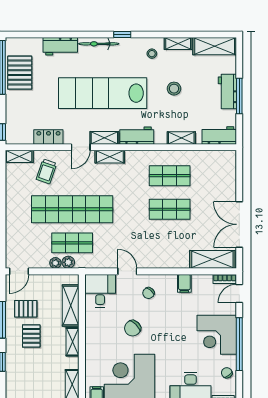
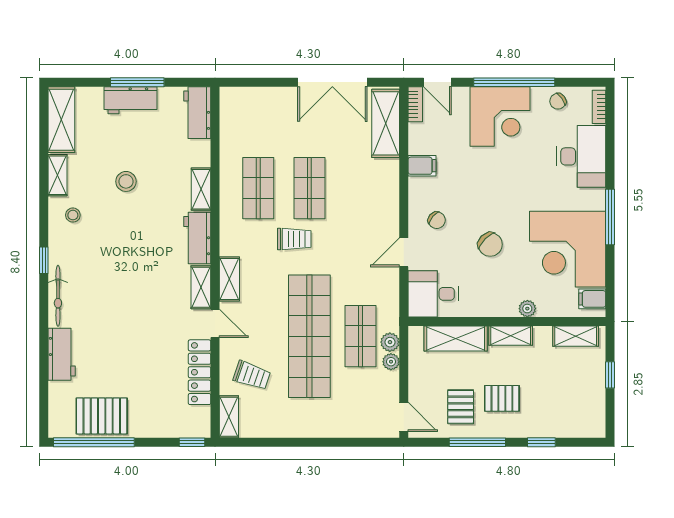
lab bench: (103, 93) -> (133, 290), removed
locker: (48, 137) -> (200, 372), width x1.53
shelving: (181, 138) -> (201, 189), moved
trolley: (136, 199) -> (294, 239), added
plant: (90, 353) -> (527, 309), added

